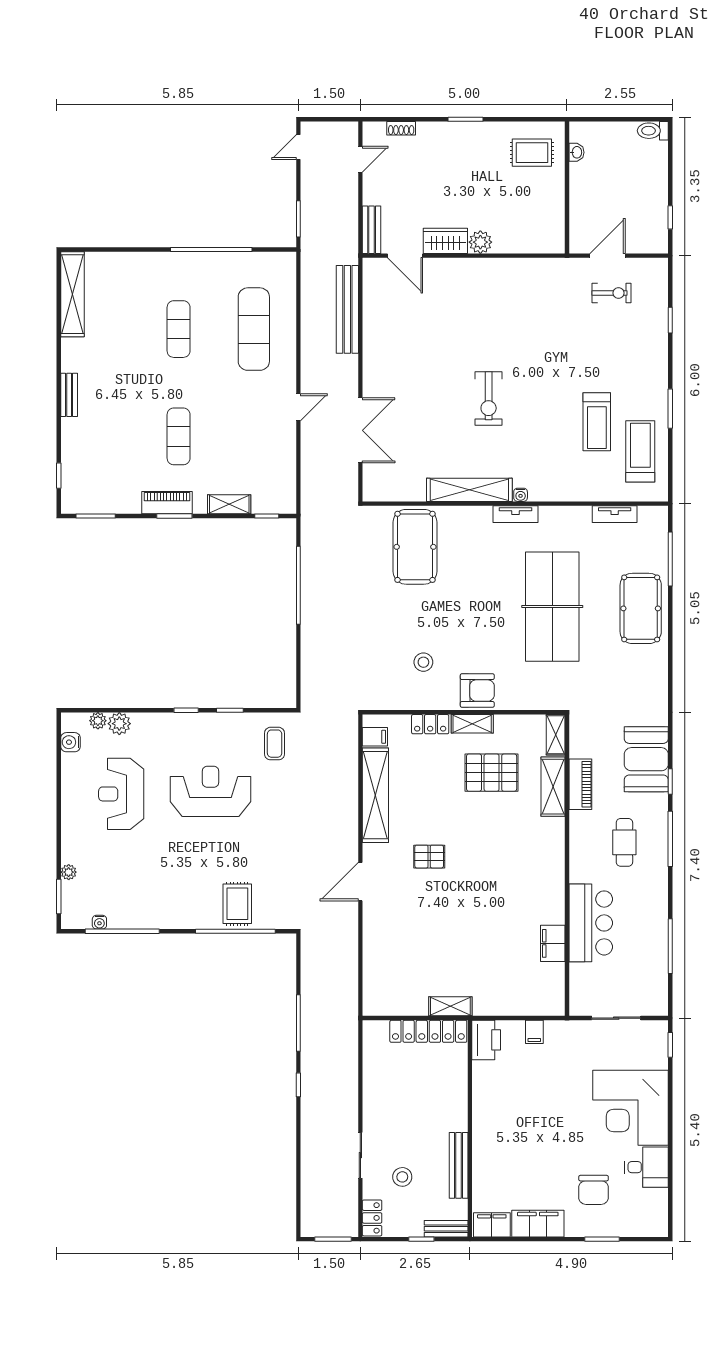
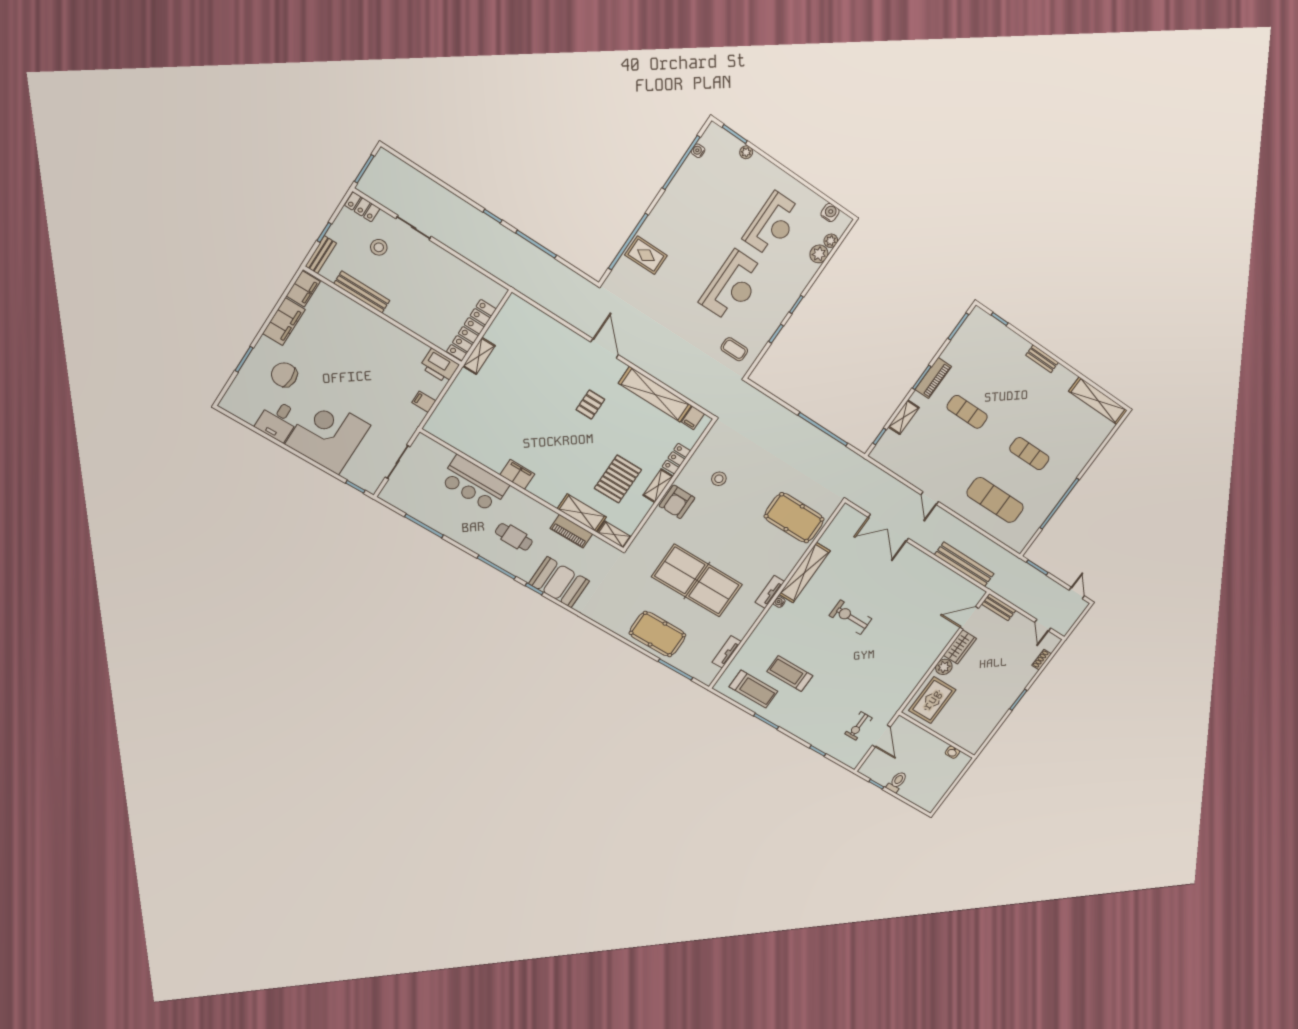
toilet: (653, 131) -> (897, 782), moved
rug: (532, 153) -> (932, 700), moved, width x1.36, depth x1.43
reception desk: (121, 794) -> (773, 224), turned 90
filing cabinet: (553, 943) -> (517, 474), moved

